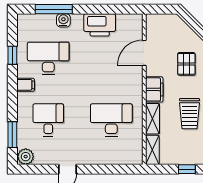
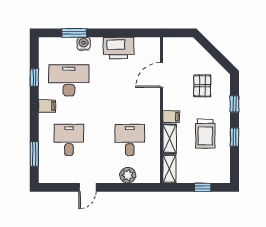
window: (54, 9) -> (74, 33), width x0.69
filing cabinet: (154, 89) -> (171, 117), width x0.50
desk: (111, 120) -> (130, 140), width x0.73
plant: (26, 157) -> (128, 175), moved

